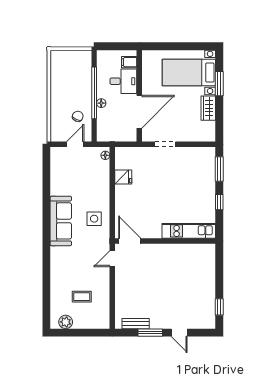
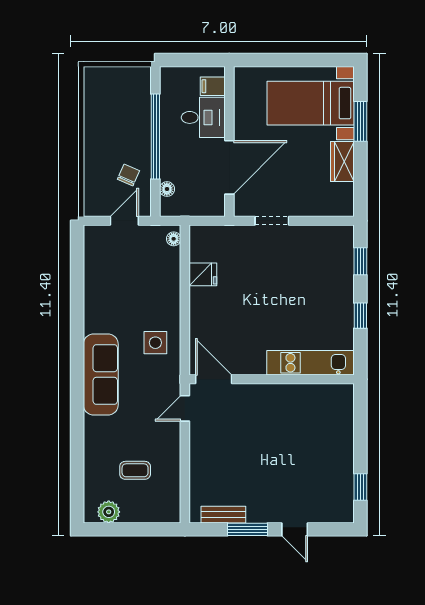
floor lamp: (101, 103) -> (167, 189), moved
window: (219, 169) -> (360, 261), width x0.67
sofa: (61, 221) -> (101, 374), moved

